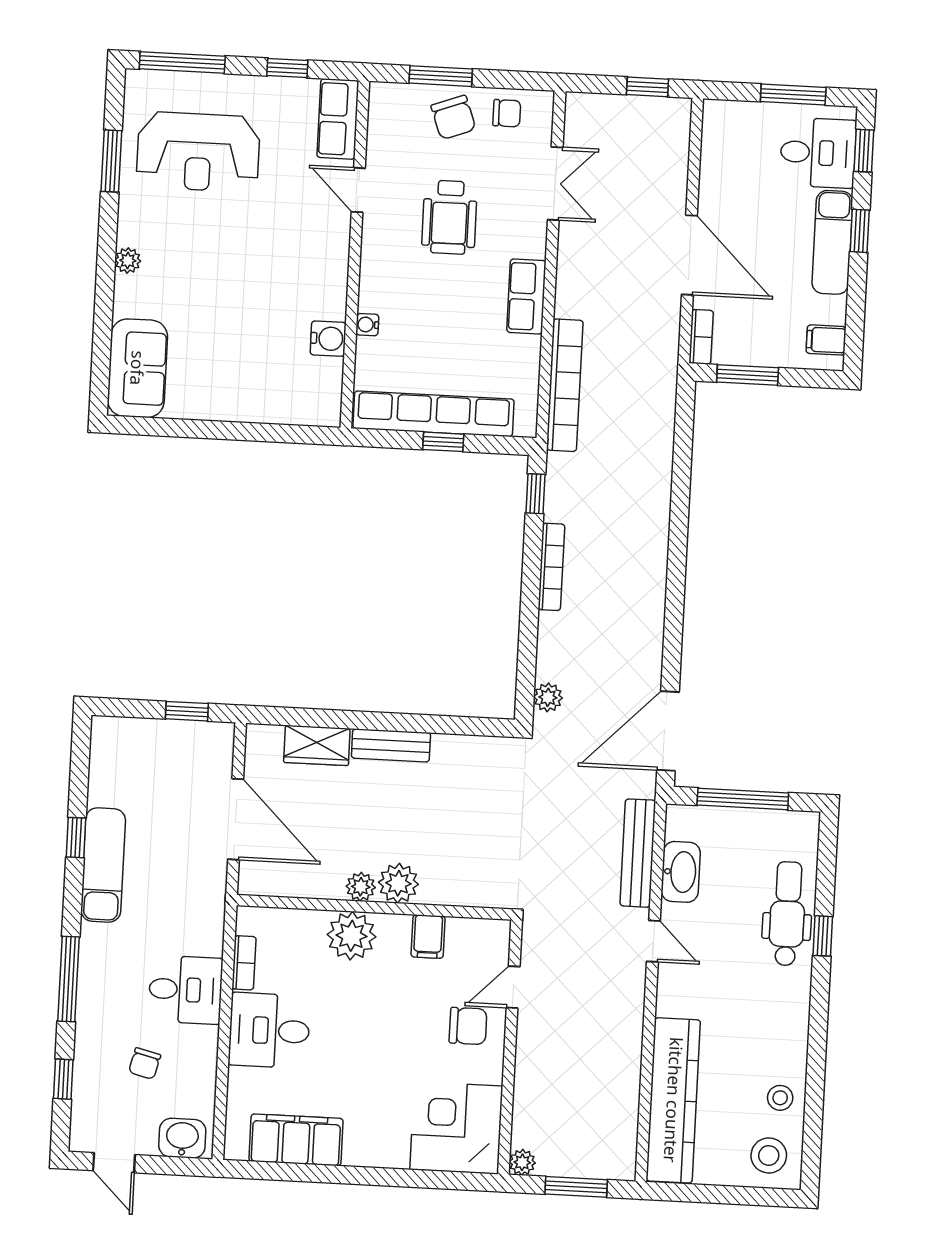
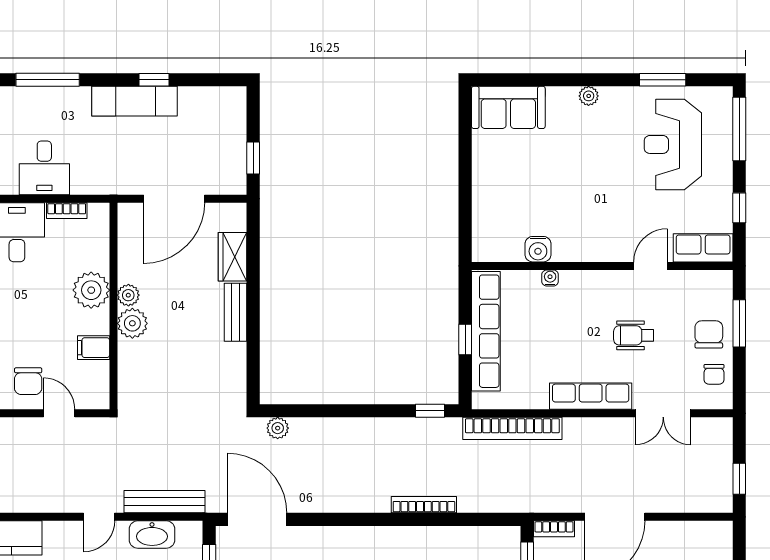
chair: (453, 117) -> (709, 334), turned 110
wheelchair: (449, 217) -> (634, 335), width x0.73, depth x0.73
row of seats: (526, 296) -> (591, 396), width x1.48
bookcase: (551, 567) -> (424, 505), moved, turned 180

